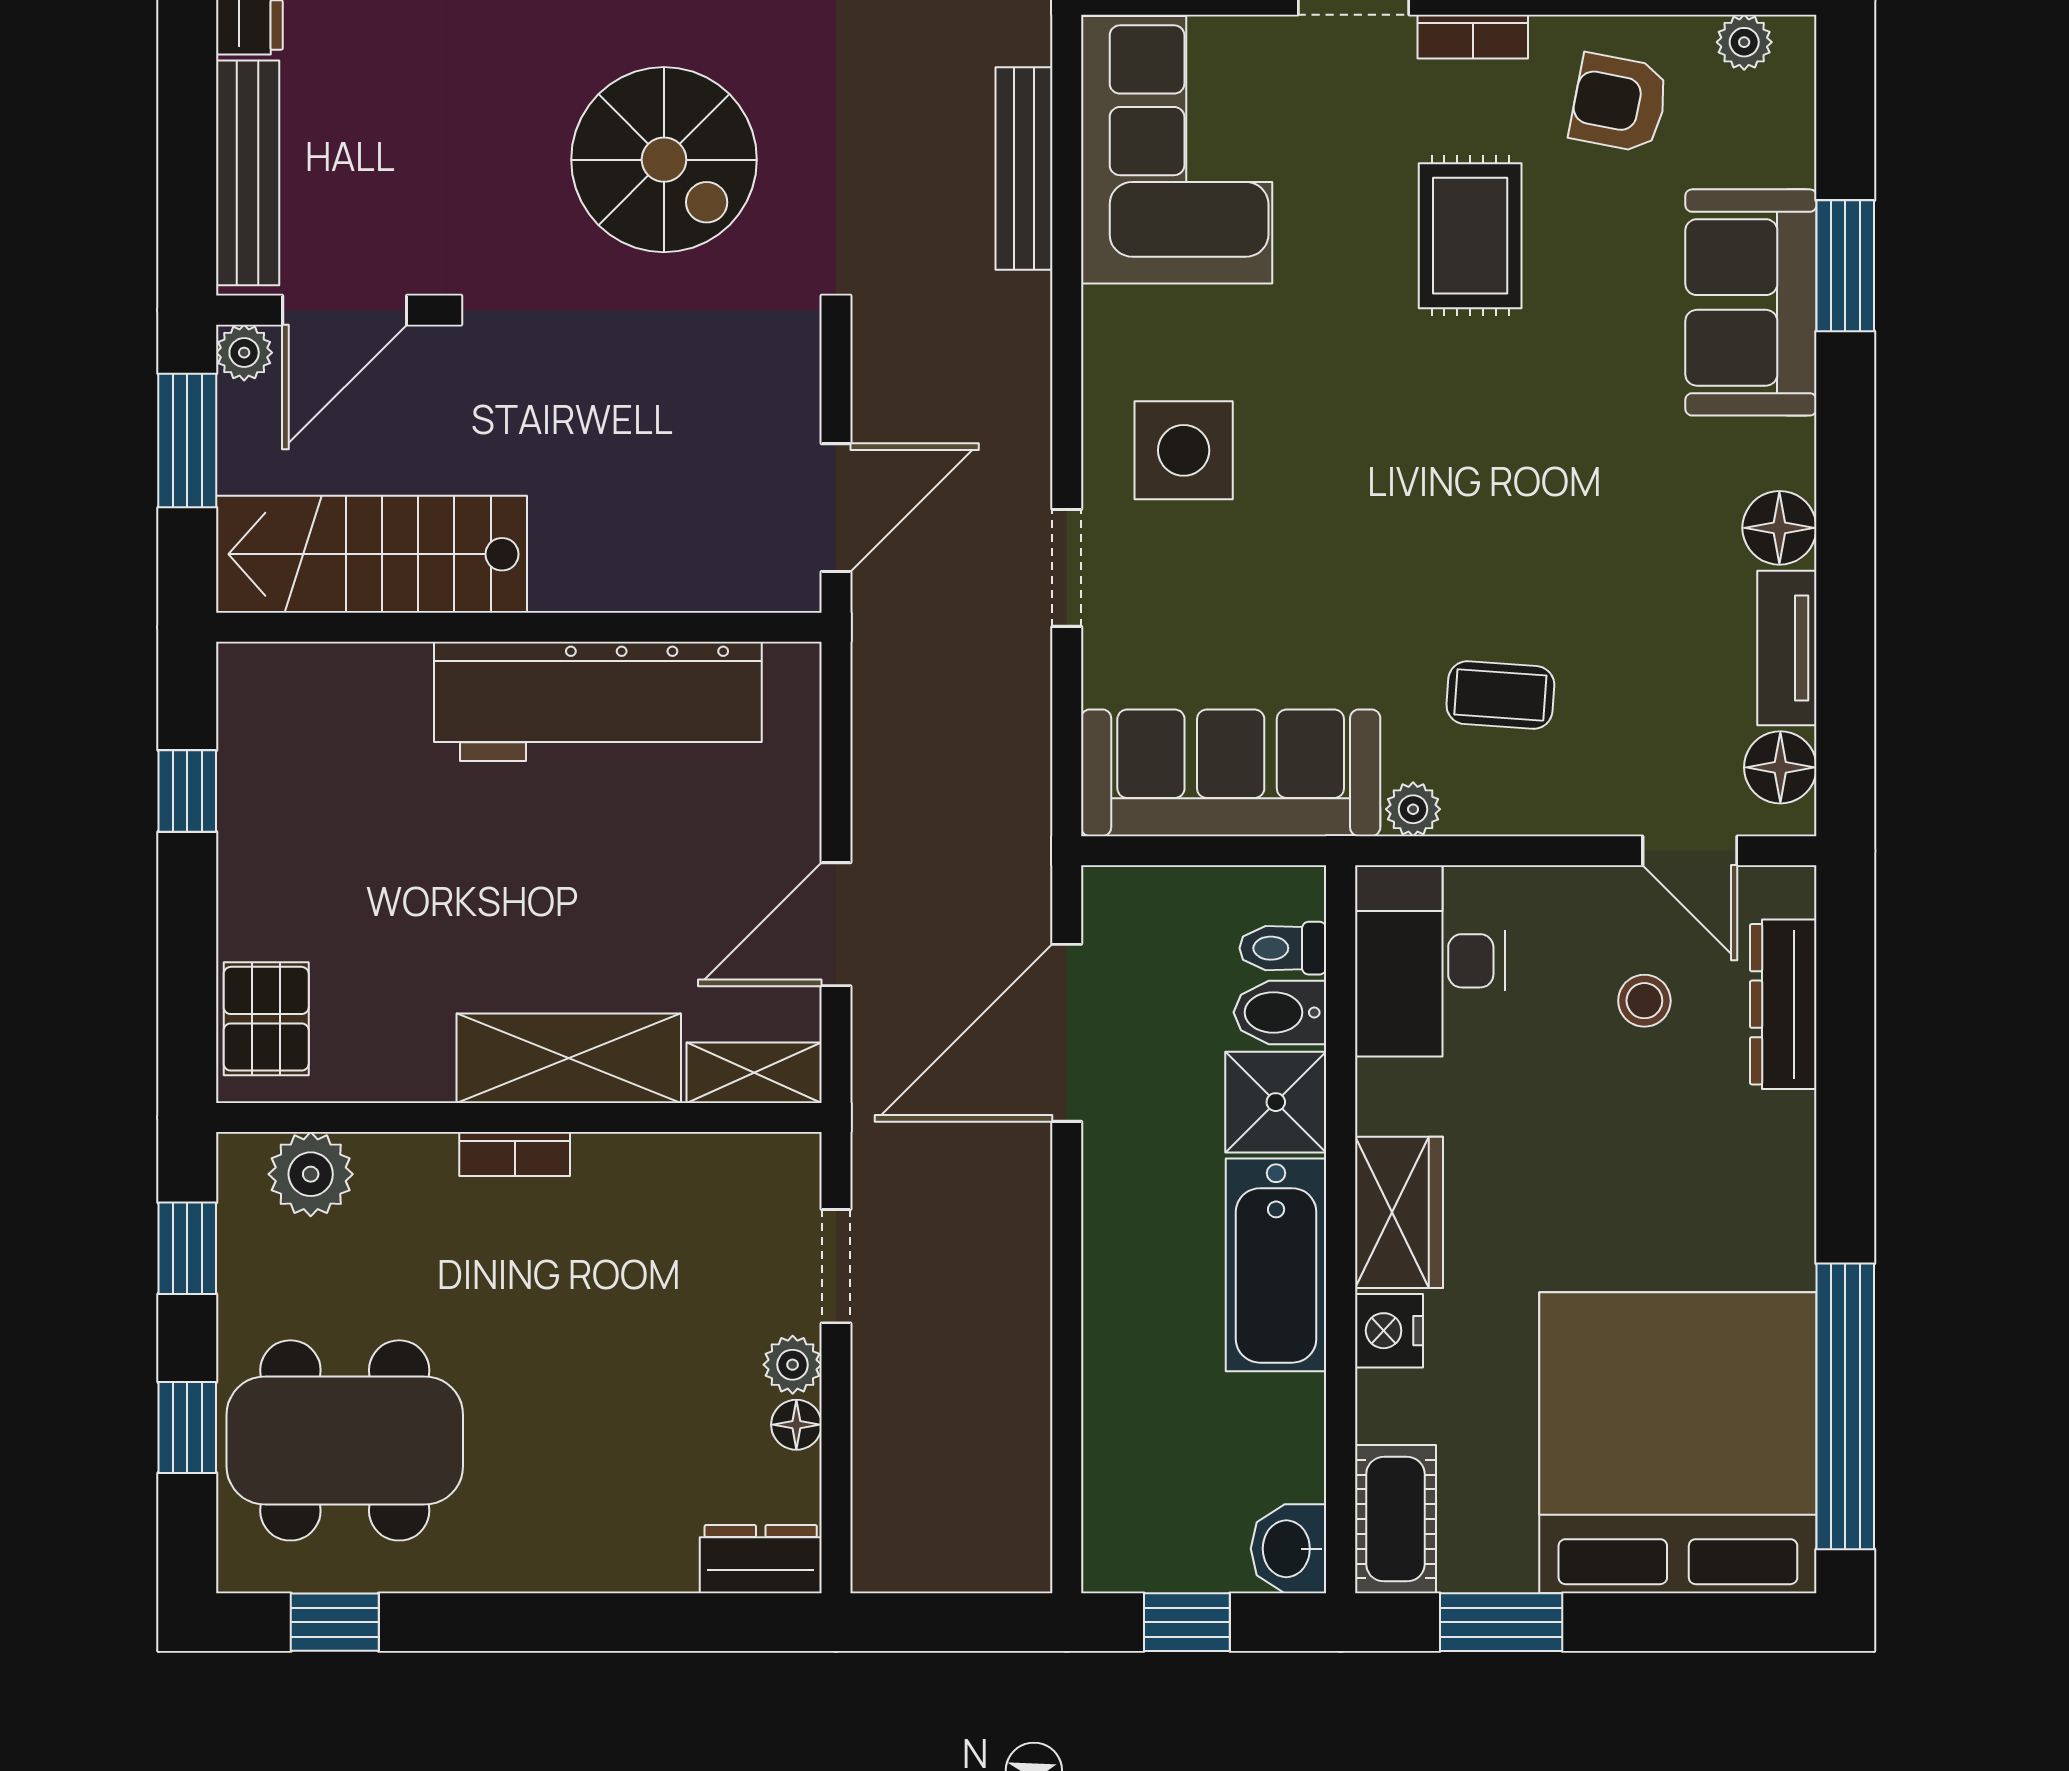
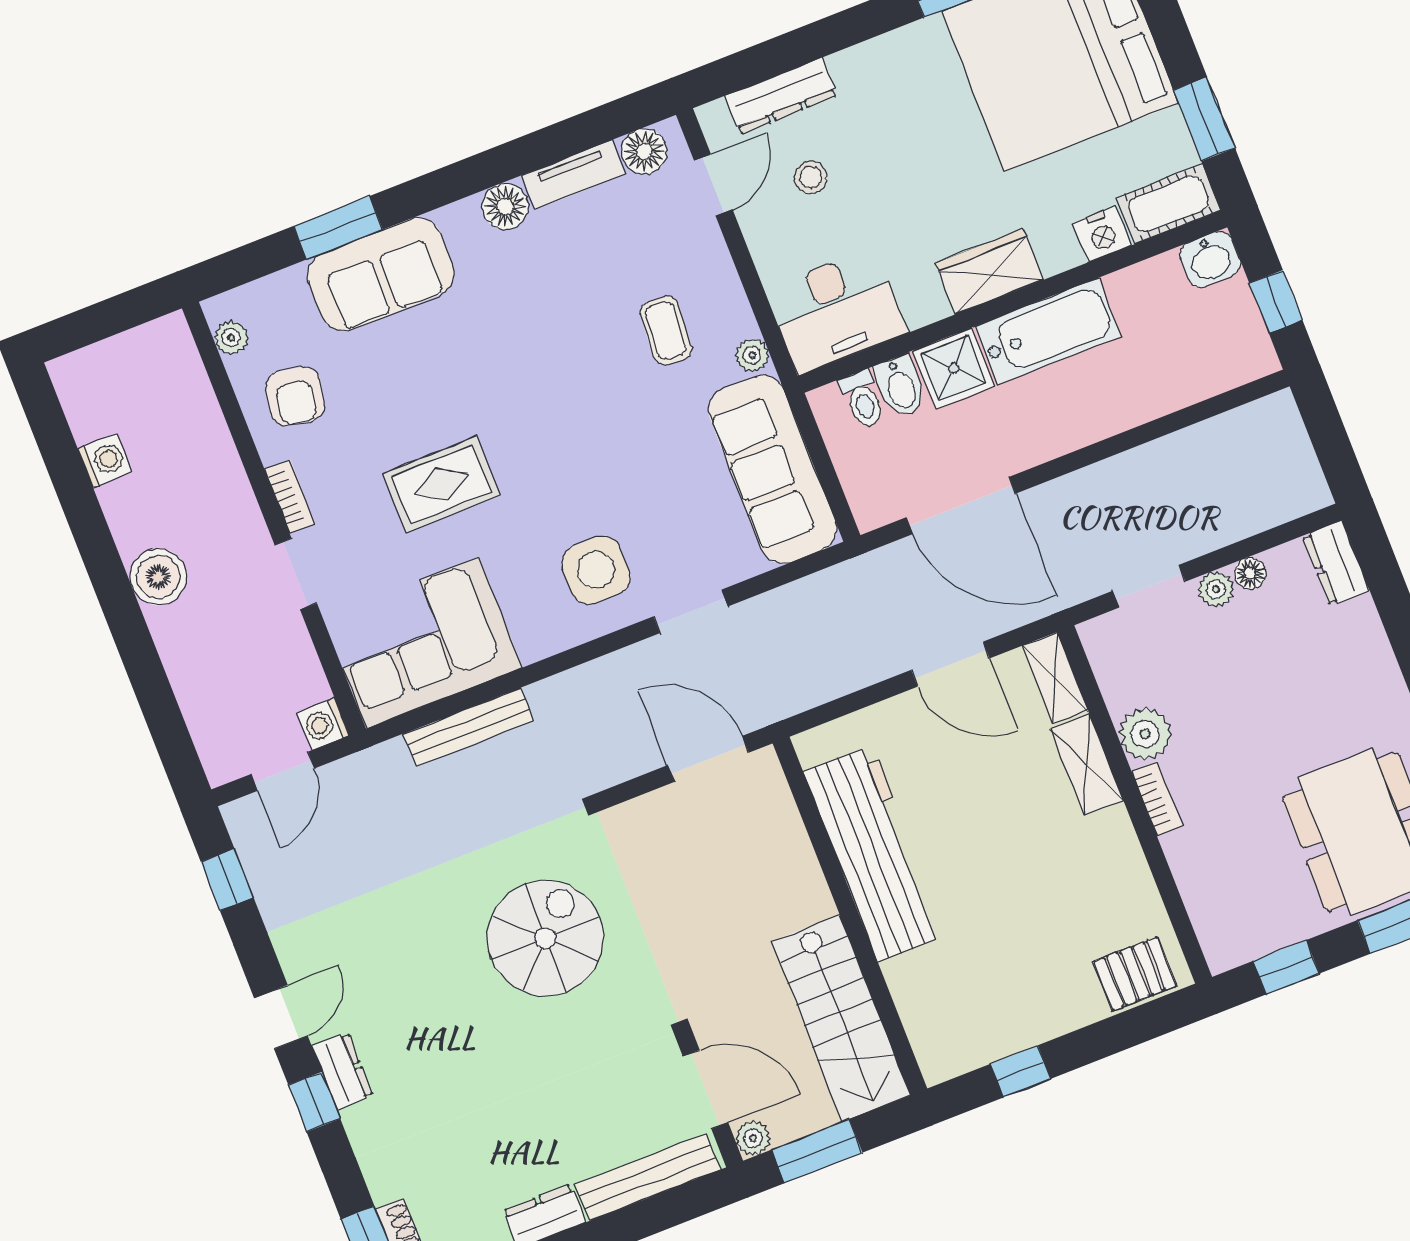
rug: (1470, 236) -> (441, 484), moved
shelving: (569, 1058) -> (1087, 765), width x0.67, depth x0.75
plant: (311, 1174) -> (1145, 734), moved
nightstand: (1389, 1331) -> (1102, 234), moved

